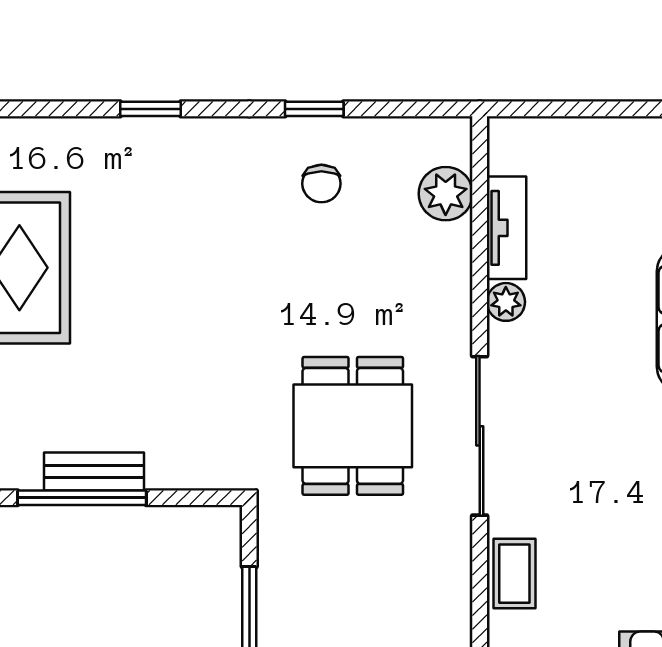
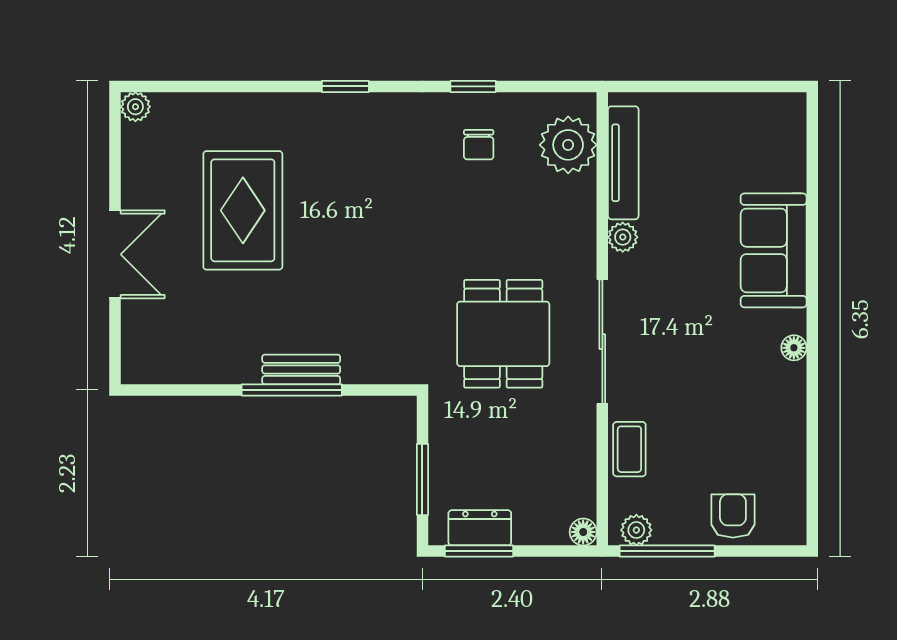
plant: (446, 194) -> (568, 145), width x1.36, depth x1.36
tv unit: (506, 228) -> (623, 163), width x1.41

